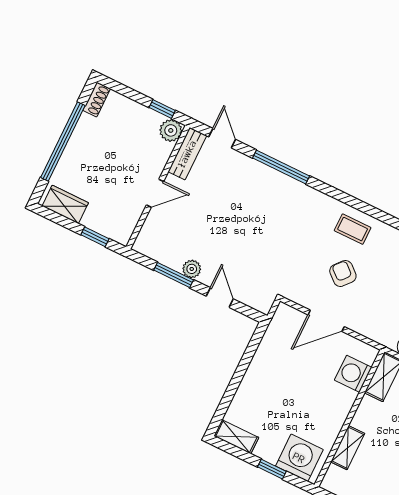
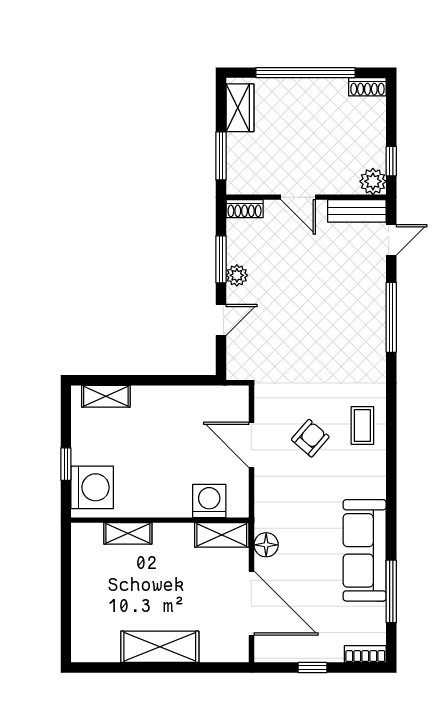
window: (95, 237) -> (221, 156), width x1.50
shoe rack: (144, 238) -> (245, 209), added
shelving: (236, 437) -> (106, 396), moved, turned 90

